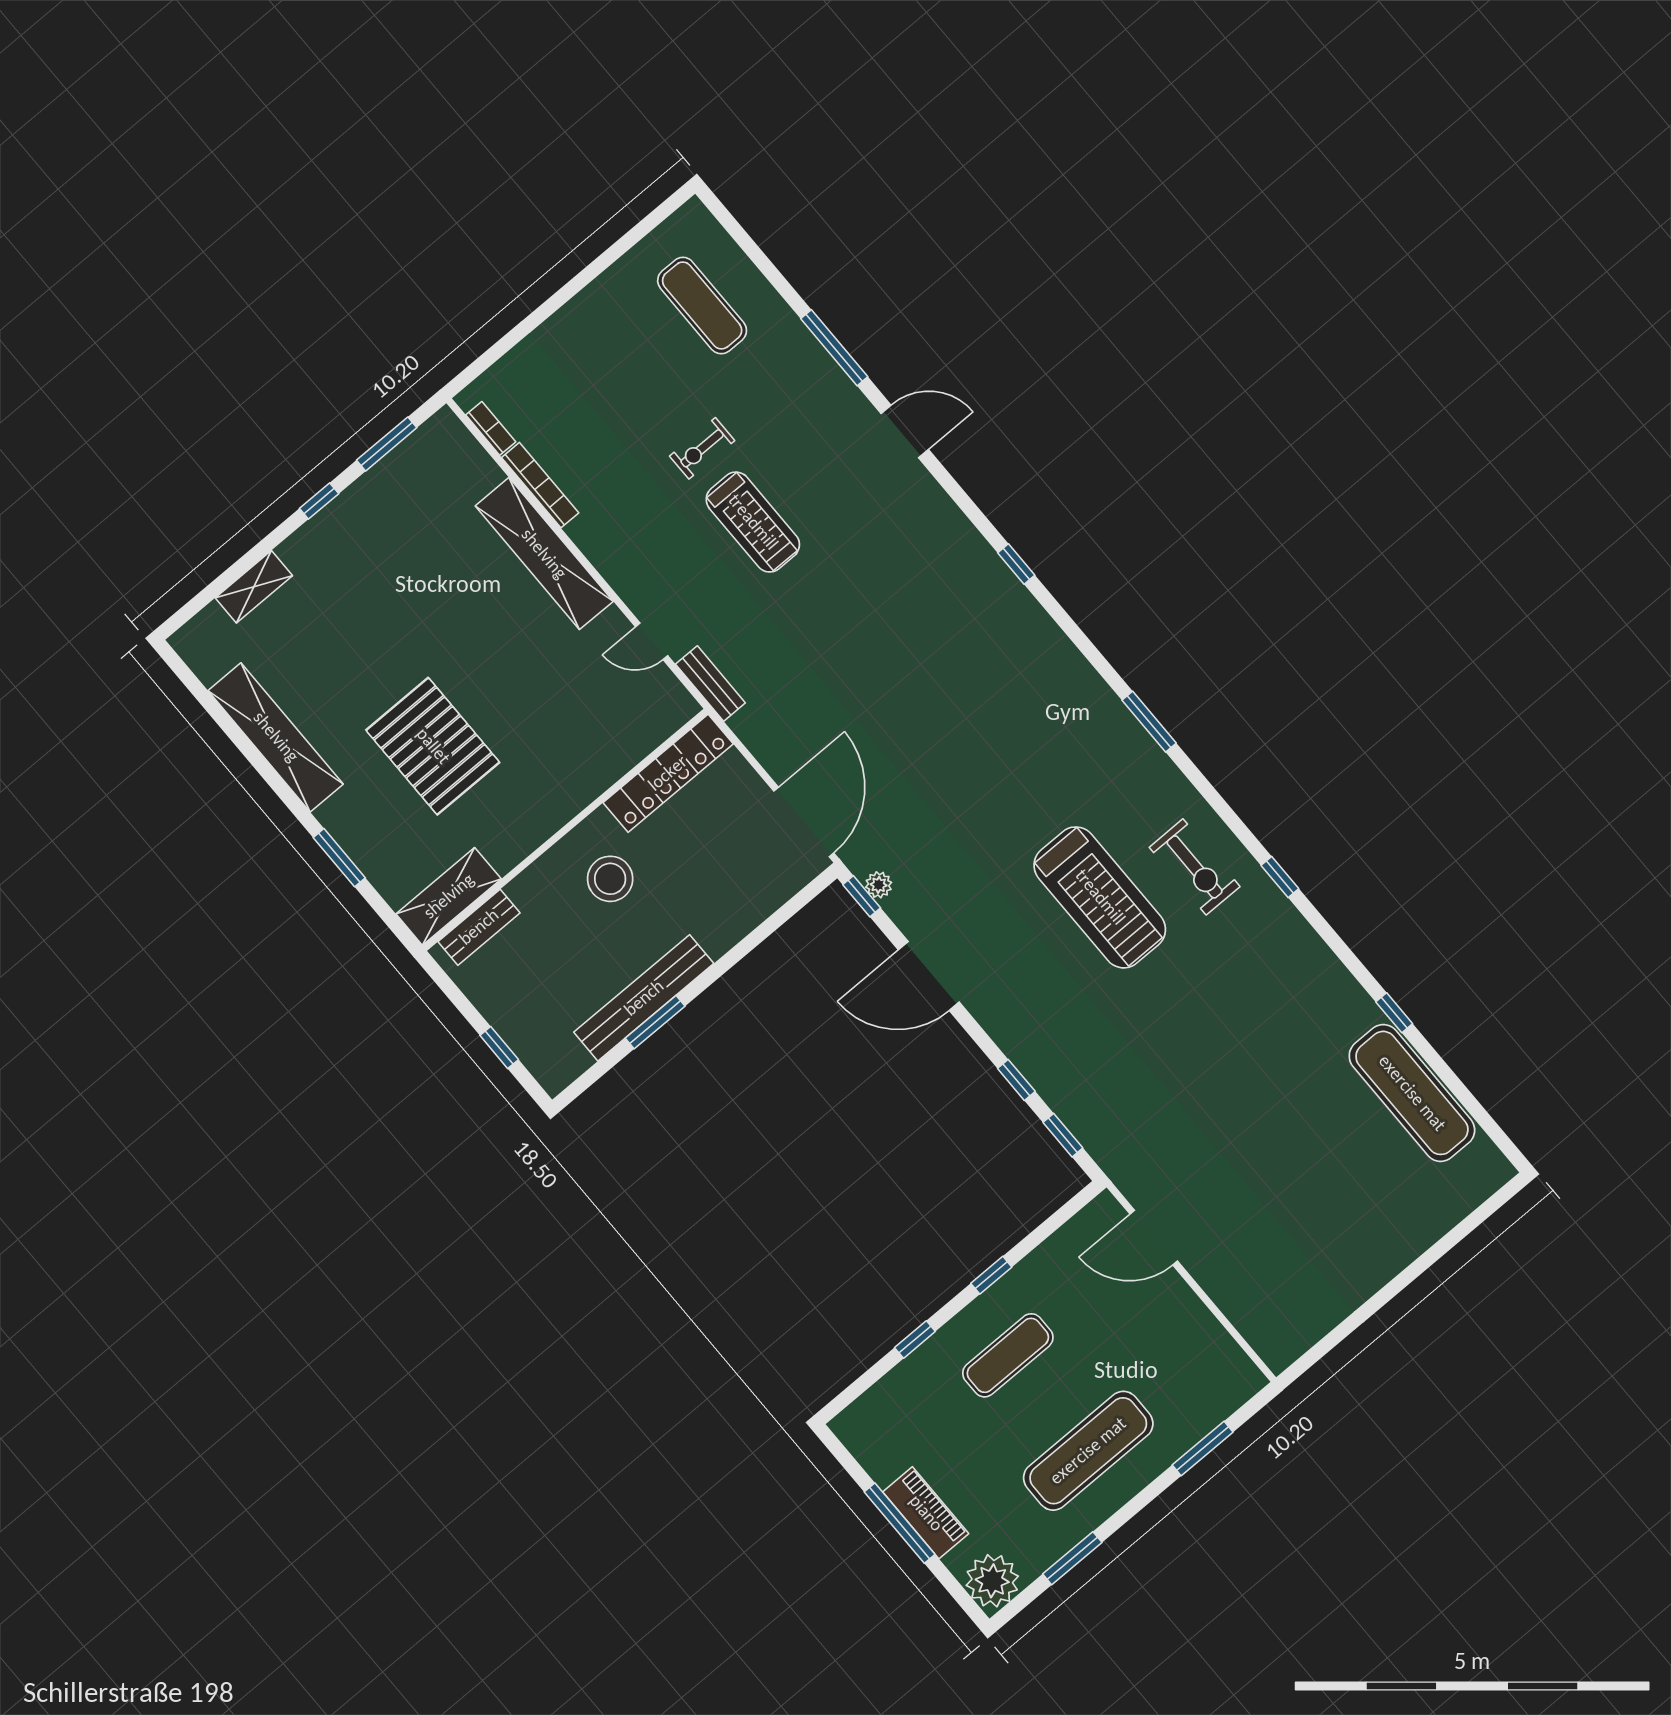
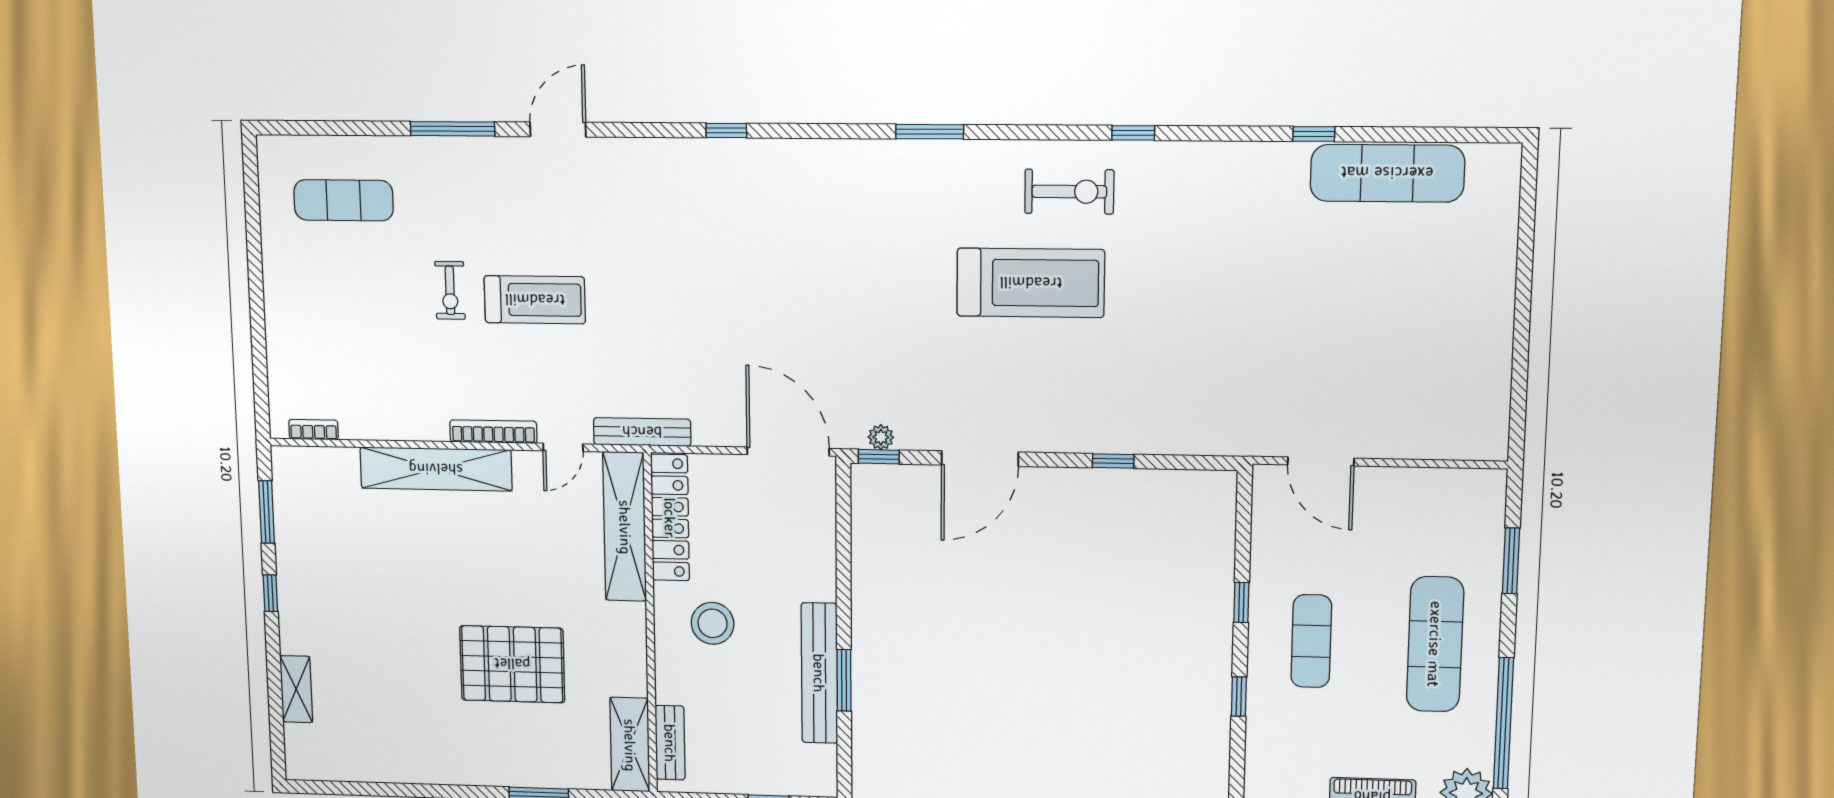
bookcase: (540, 485) -> (493, 432), moved
bench: (710, 684) -> (642, 432), width x1.36
shelving: (276, 737) -> (625, 527), moved, turned 90
window: (1063, 1135) -> (1185, 462), removed
door: (1154, 1238) -> (1321, 461), hinge flipped
window: (1072, 1558) -> (1503, 723), width x2.11

